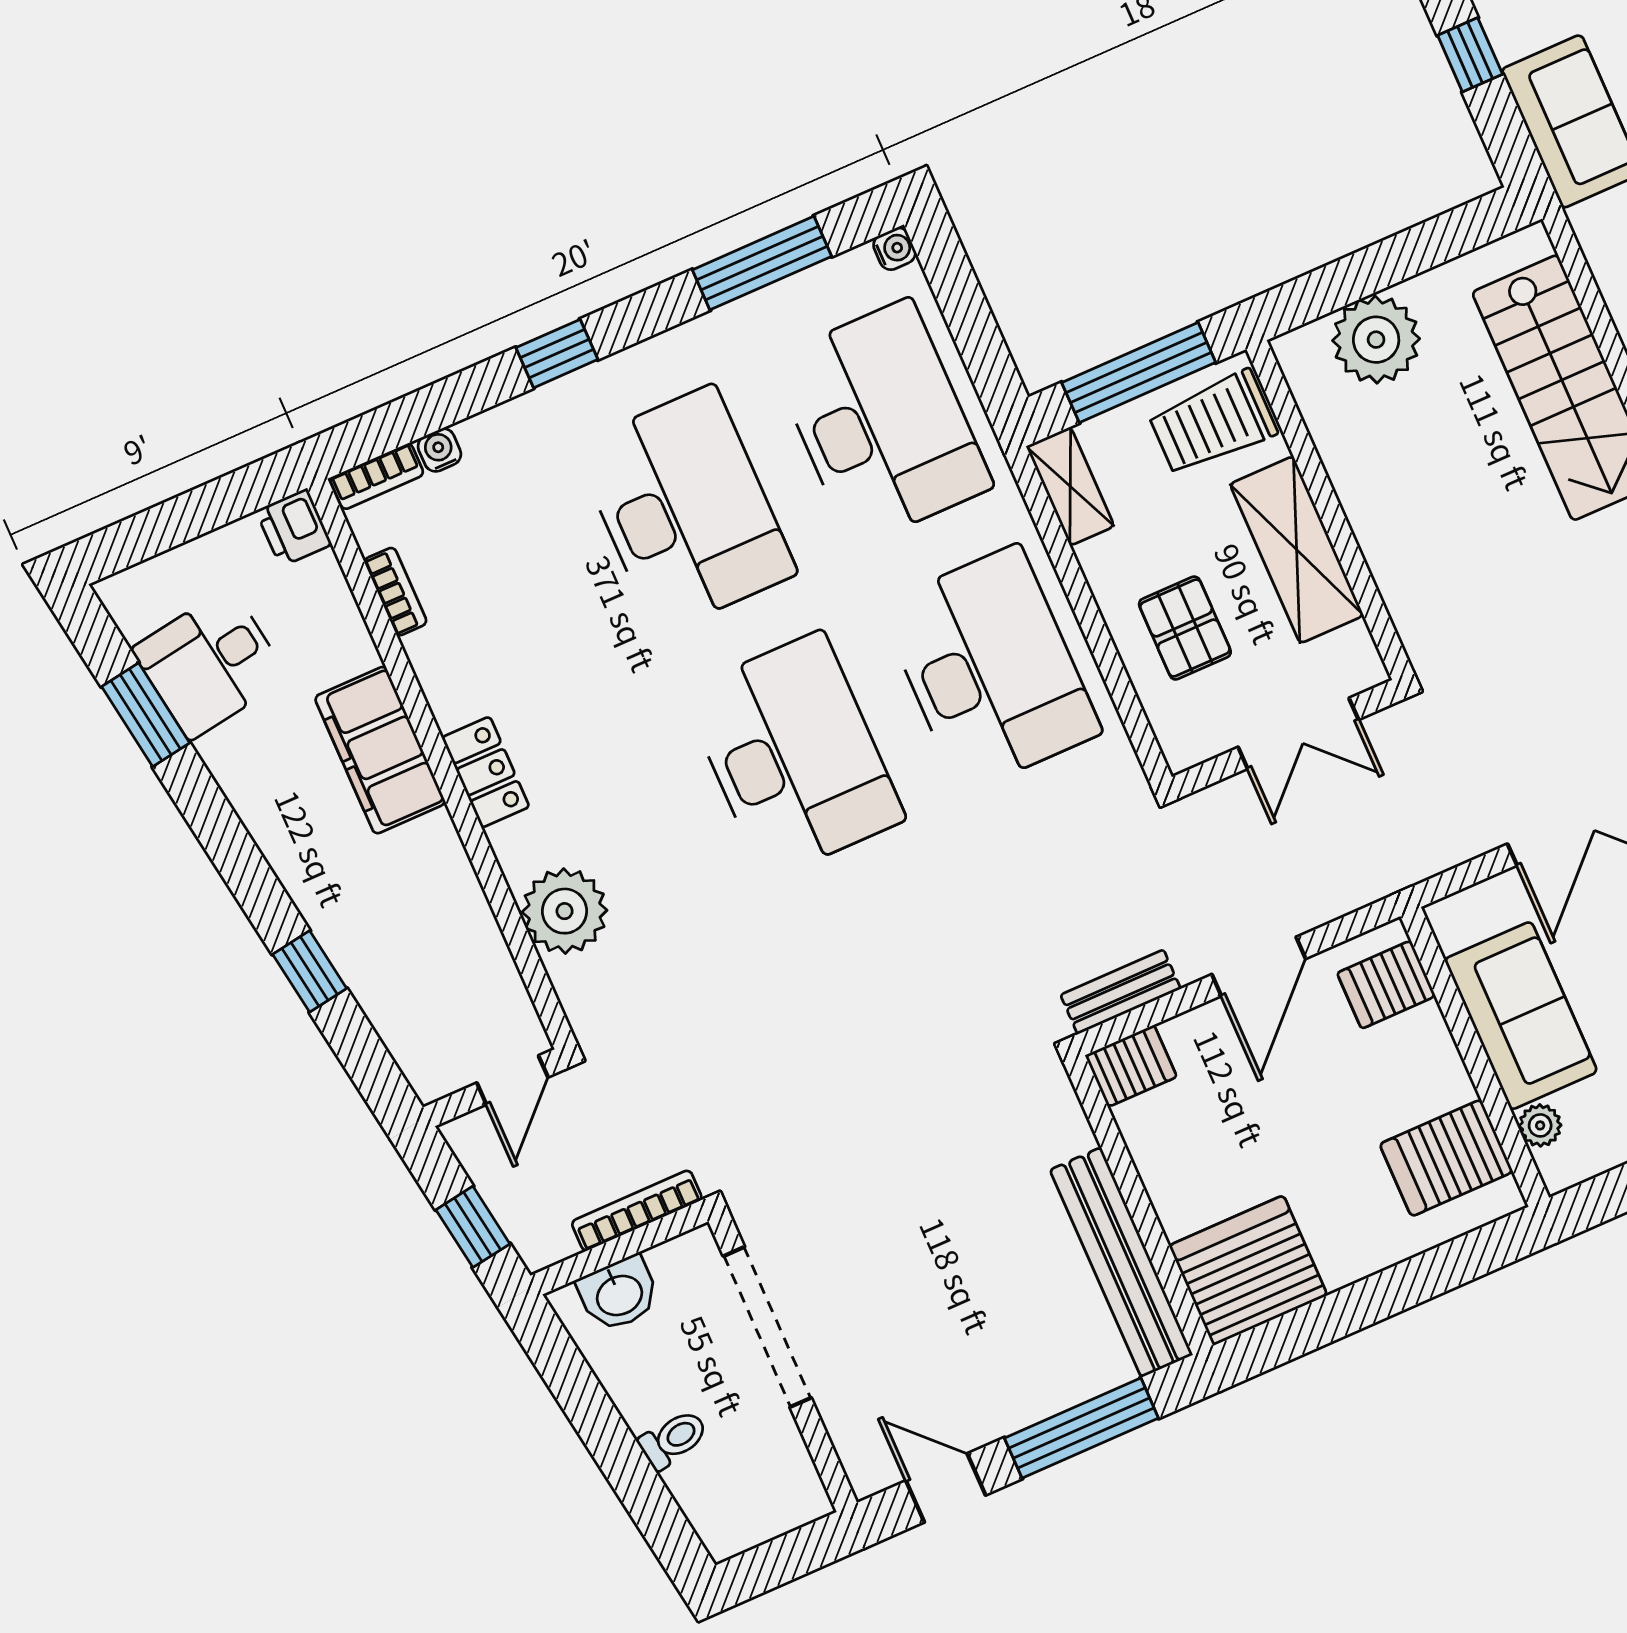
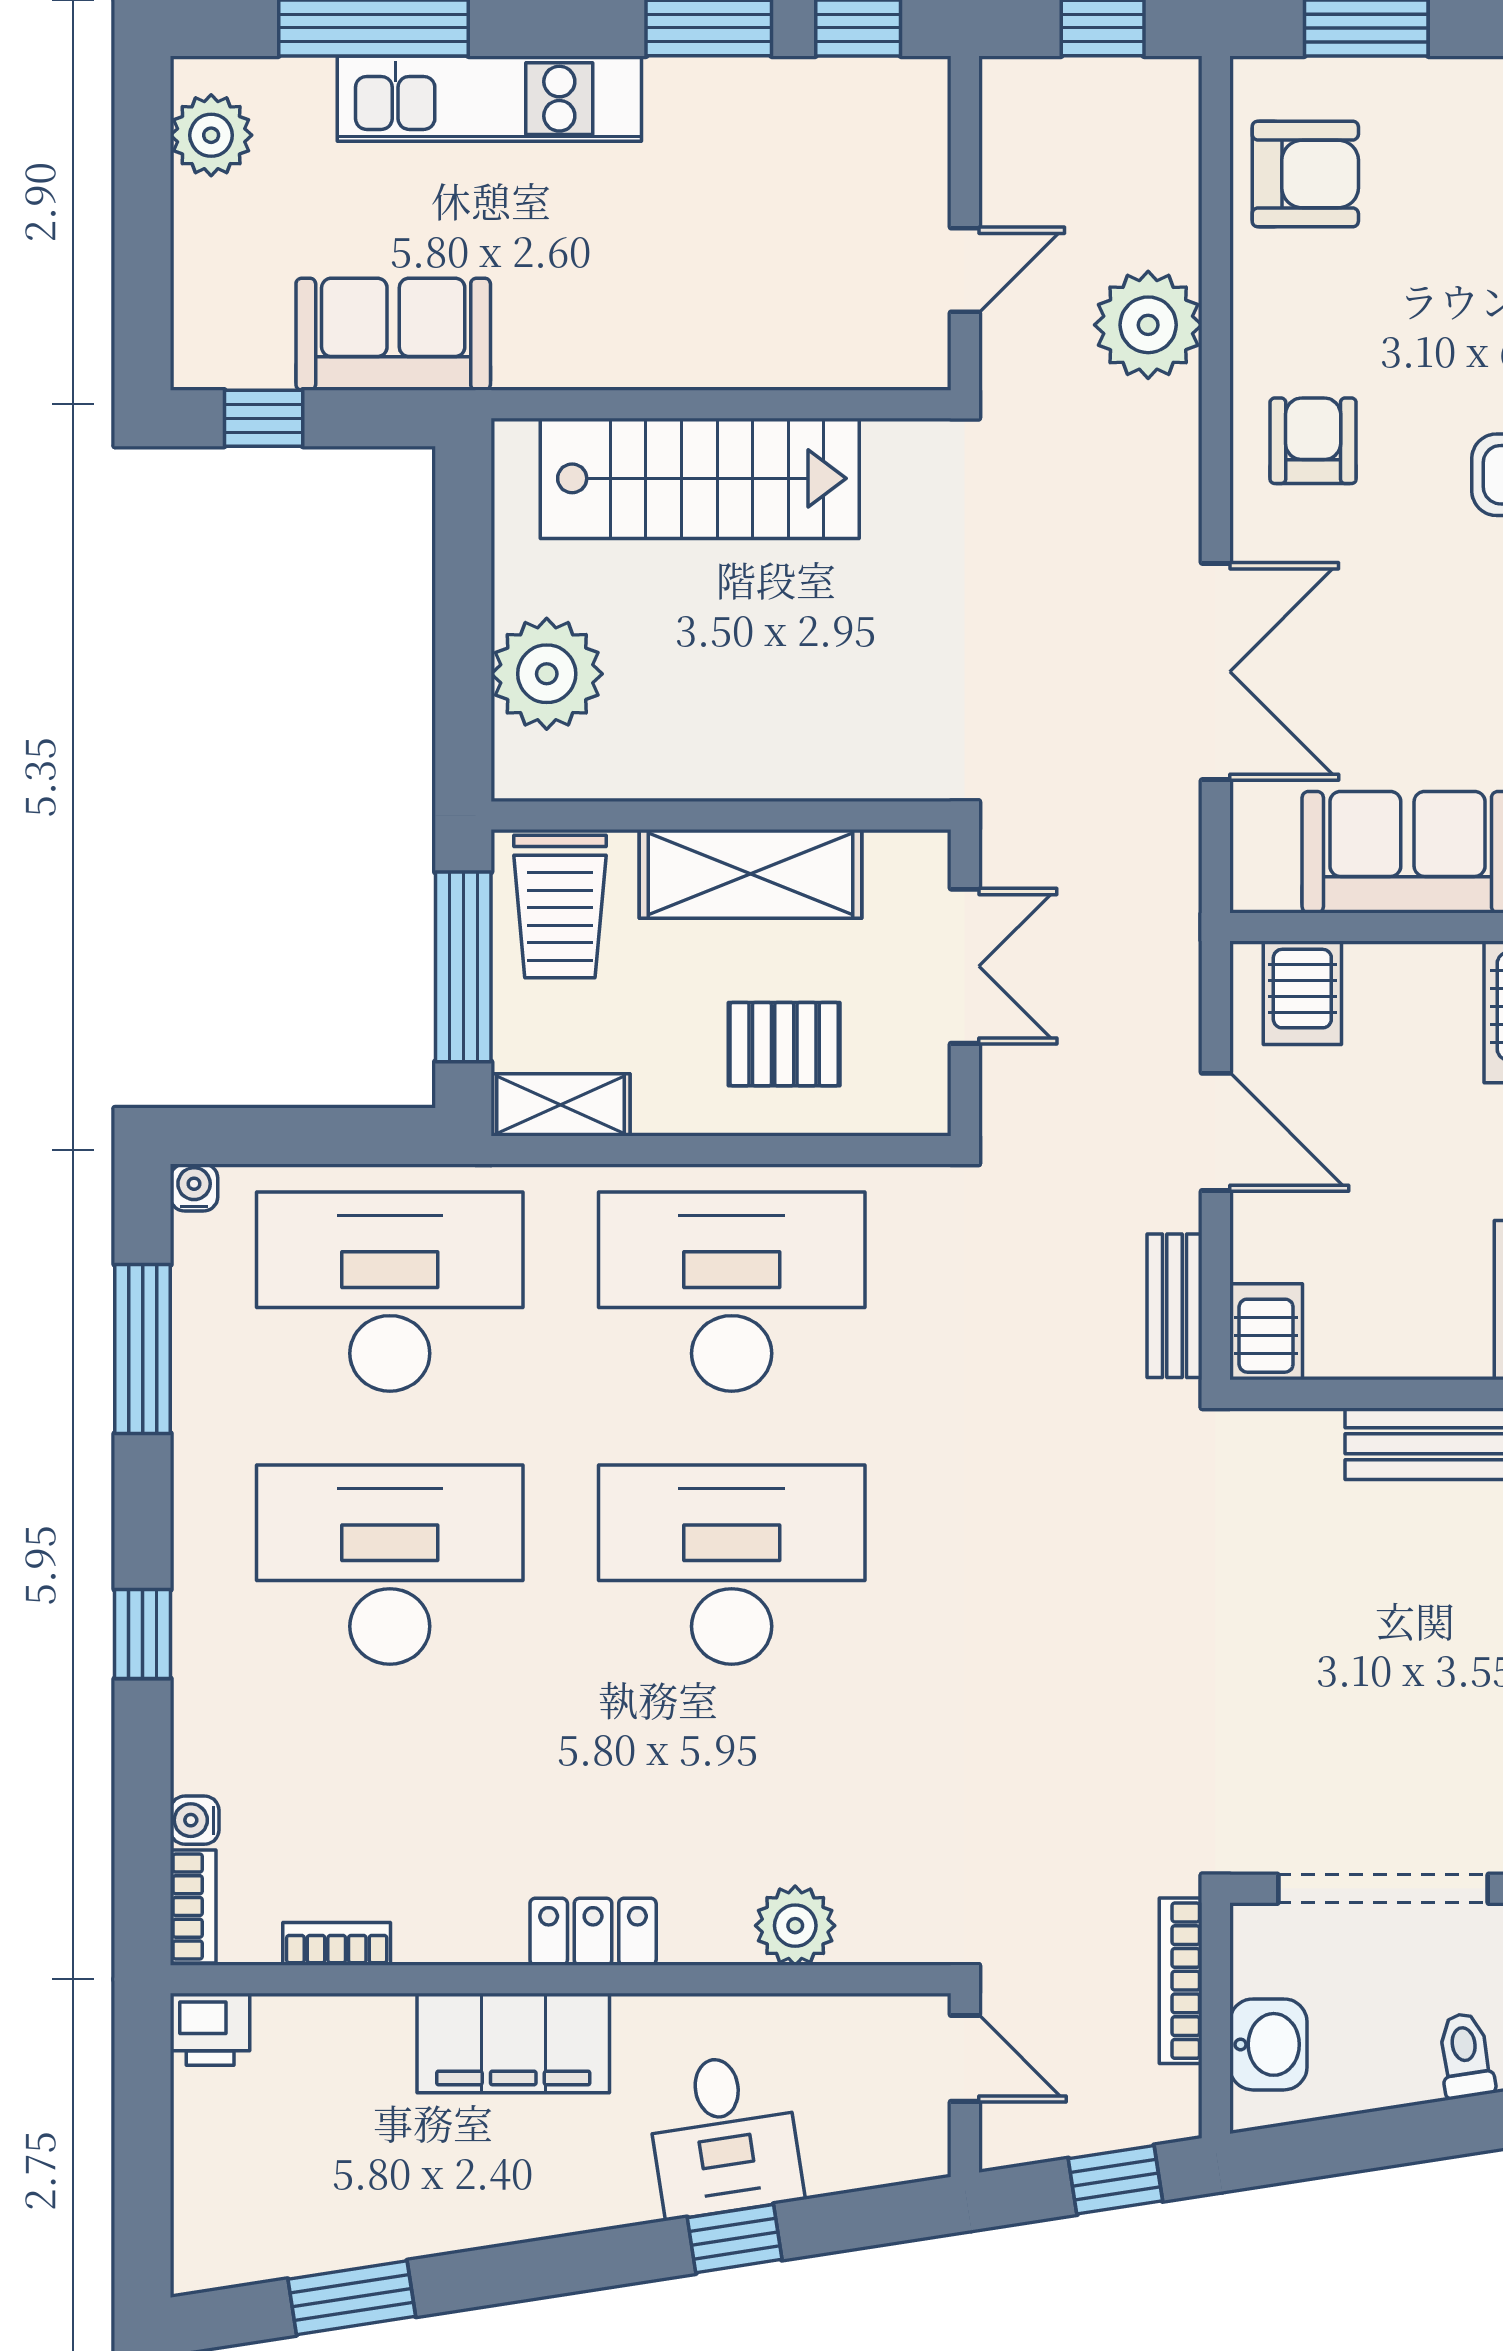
desk: (210, 663) -> (724, 2135), moved
plant: (565, 911) -> (795, 1926), width x0.73, depth x0.73

